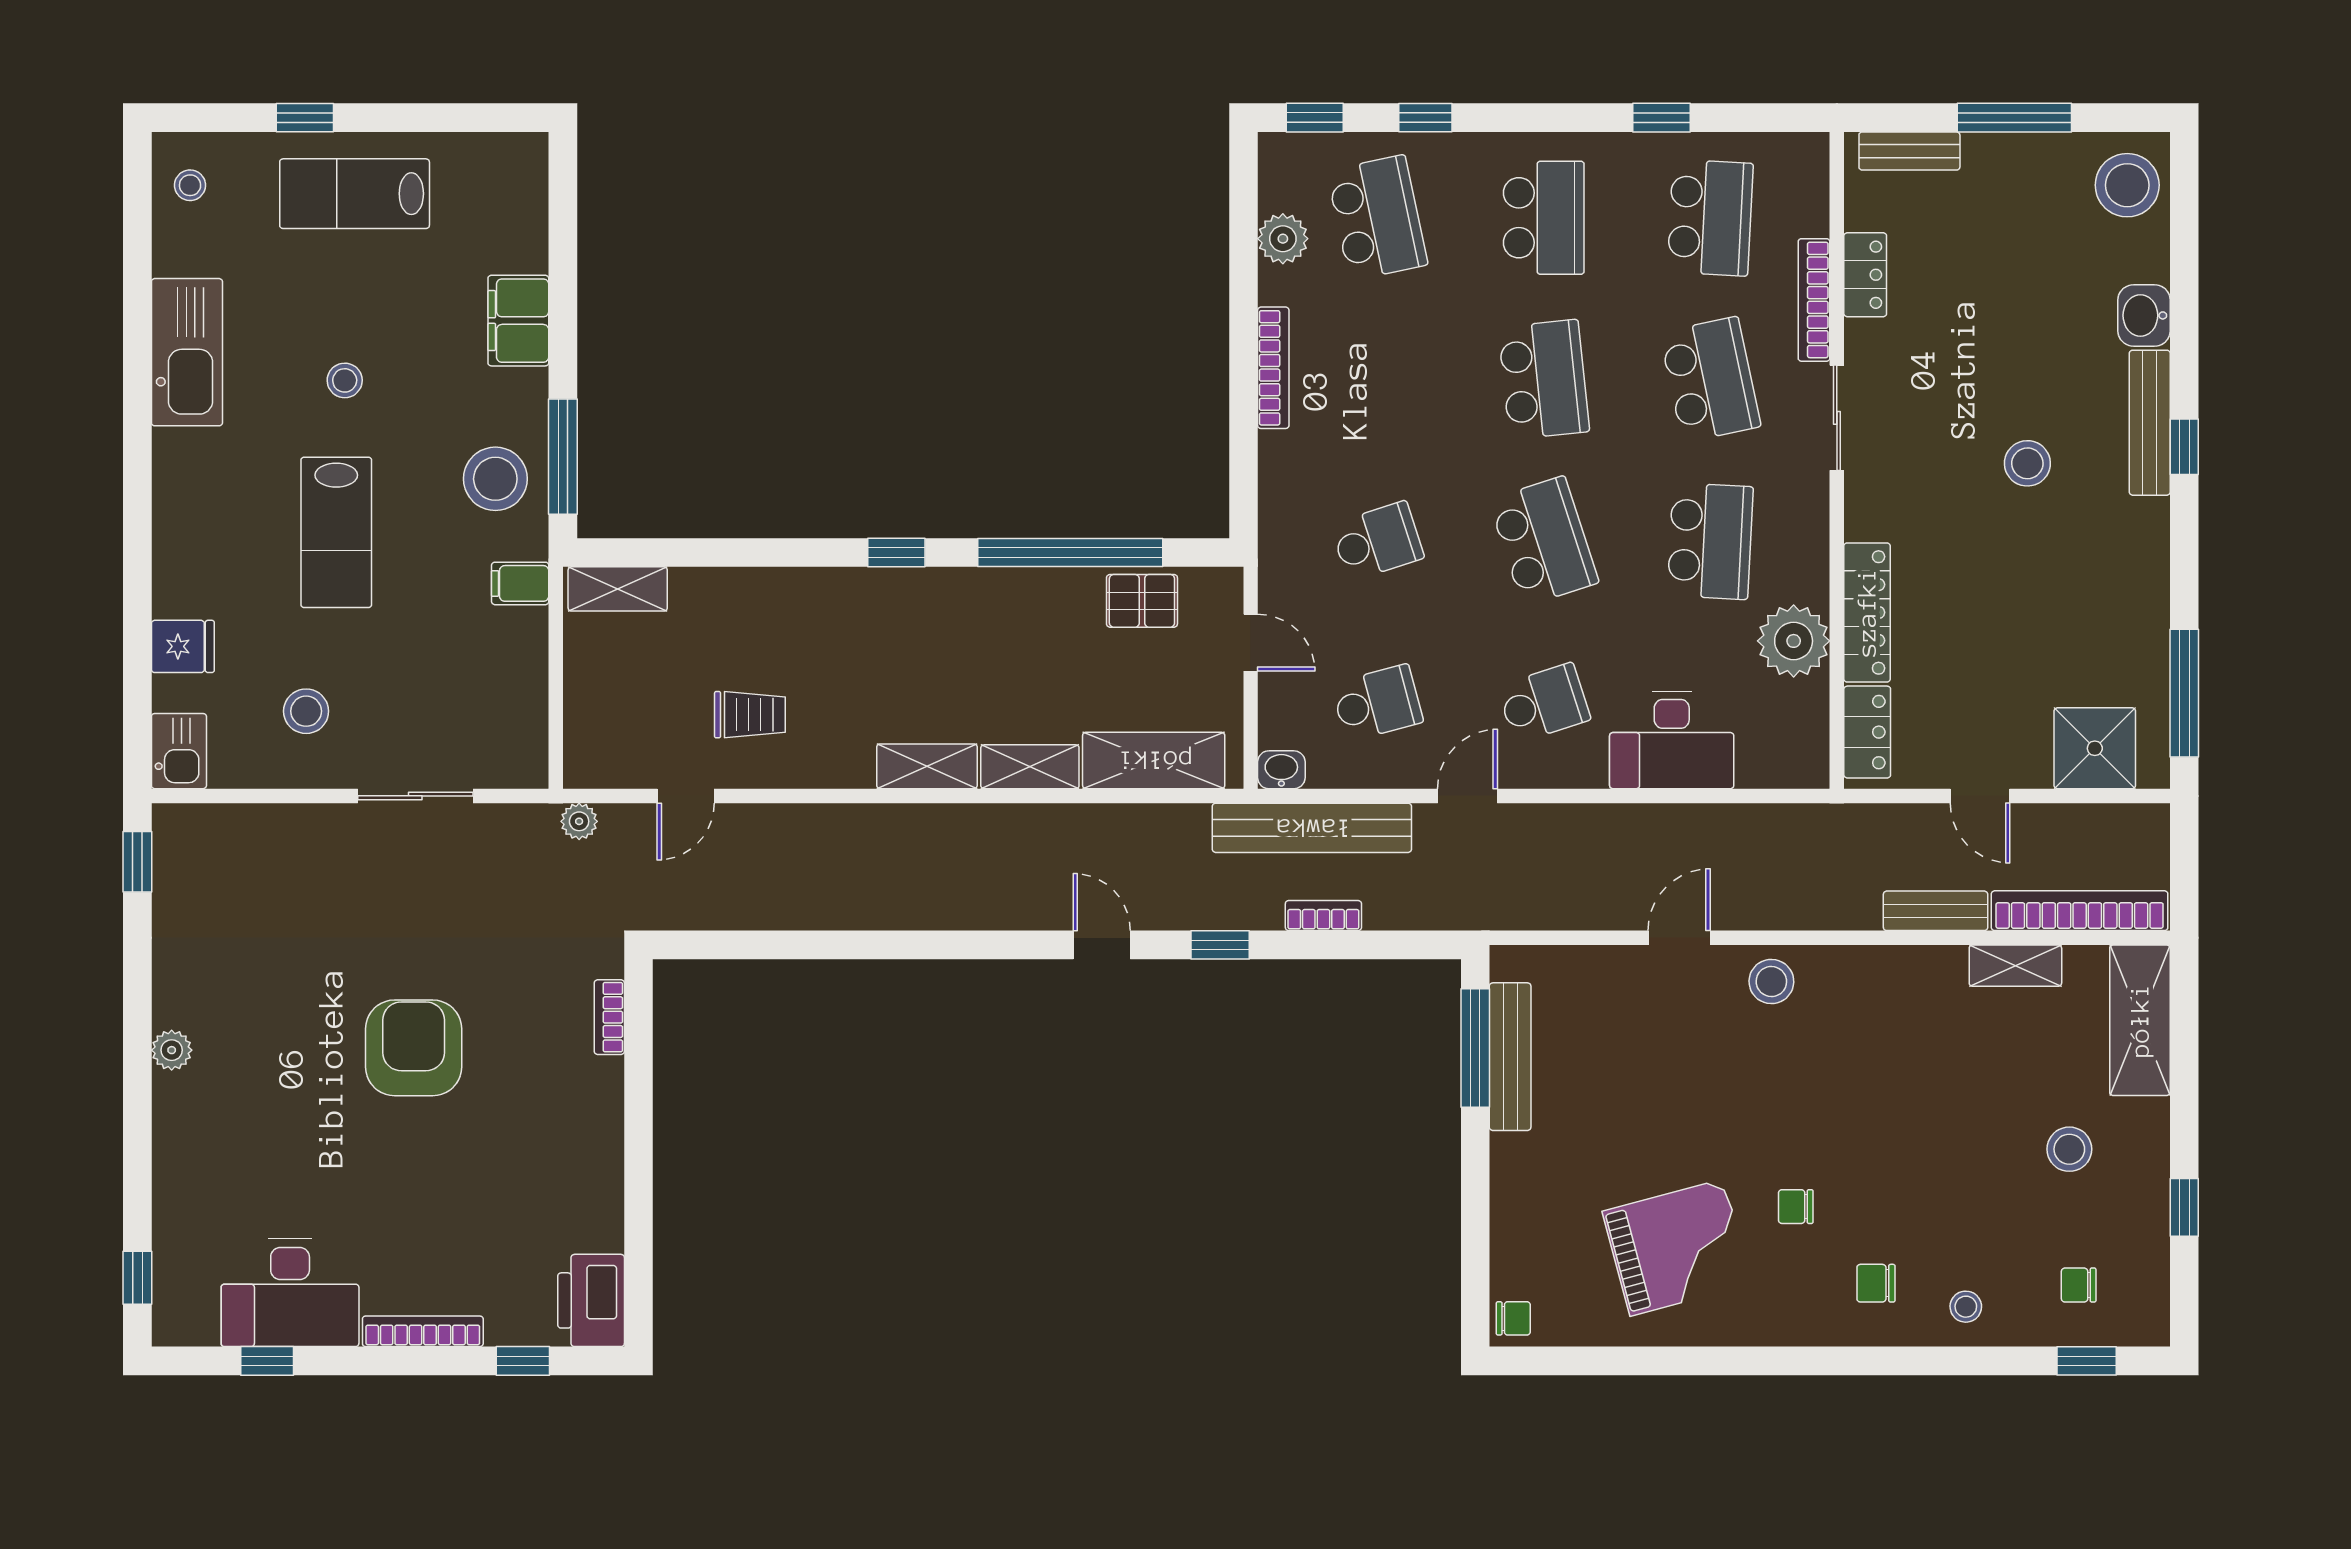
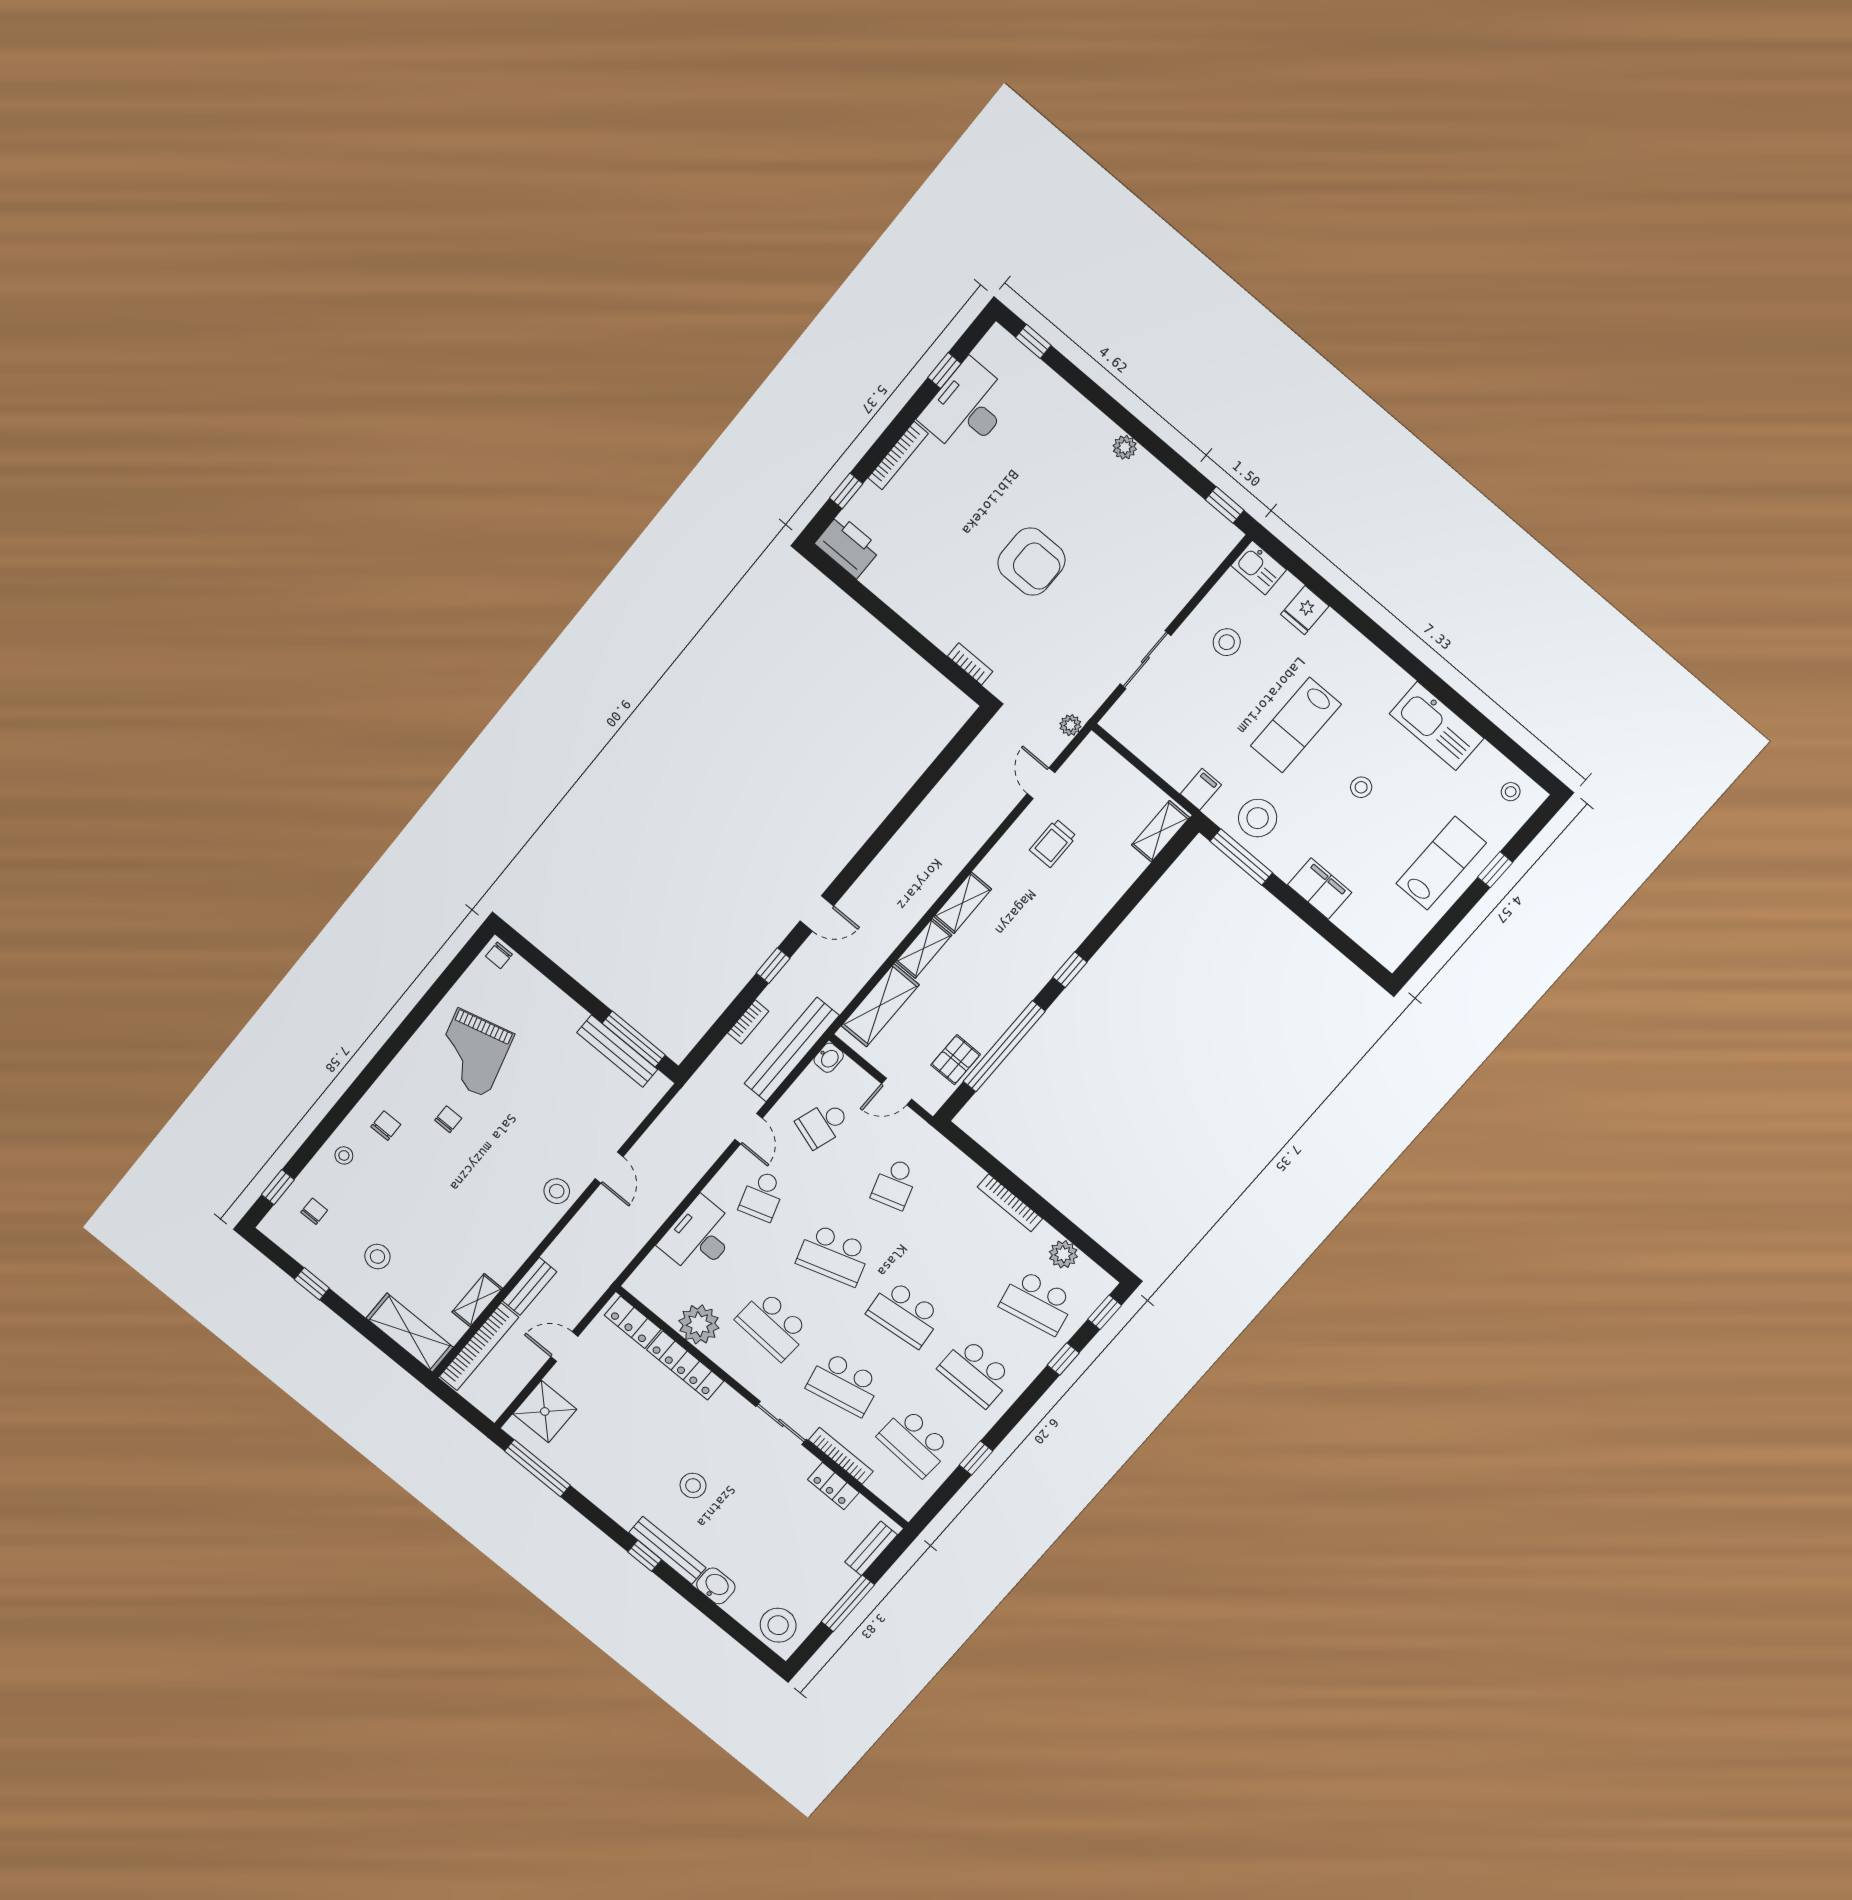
lab bench: (336, 532) -> (1296, 725), turned -90
school desk: (1377, 703) -> (823, 1124), turned 33

